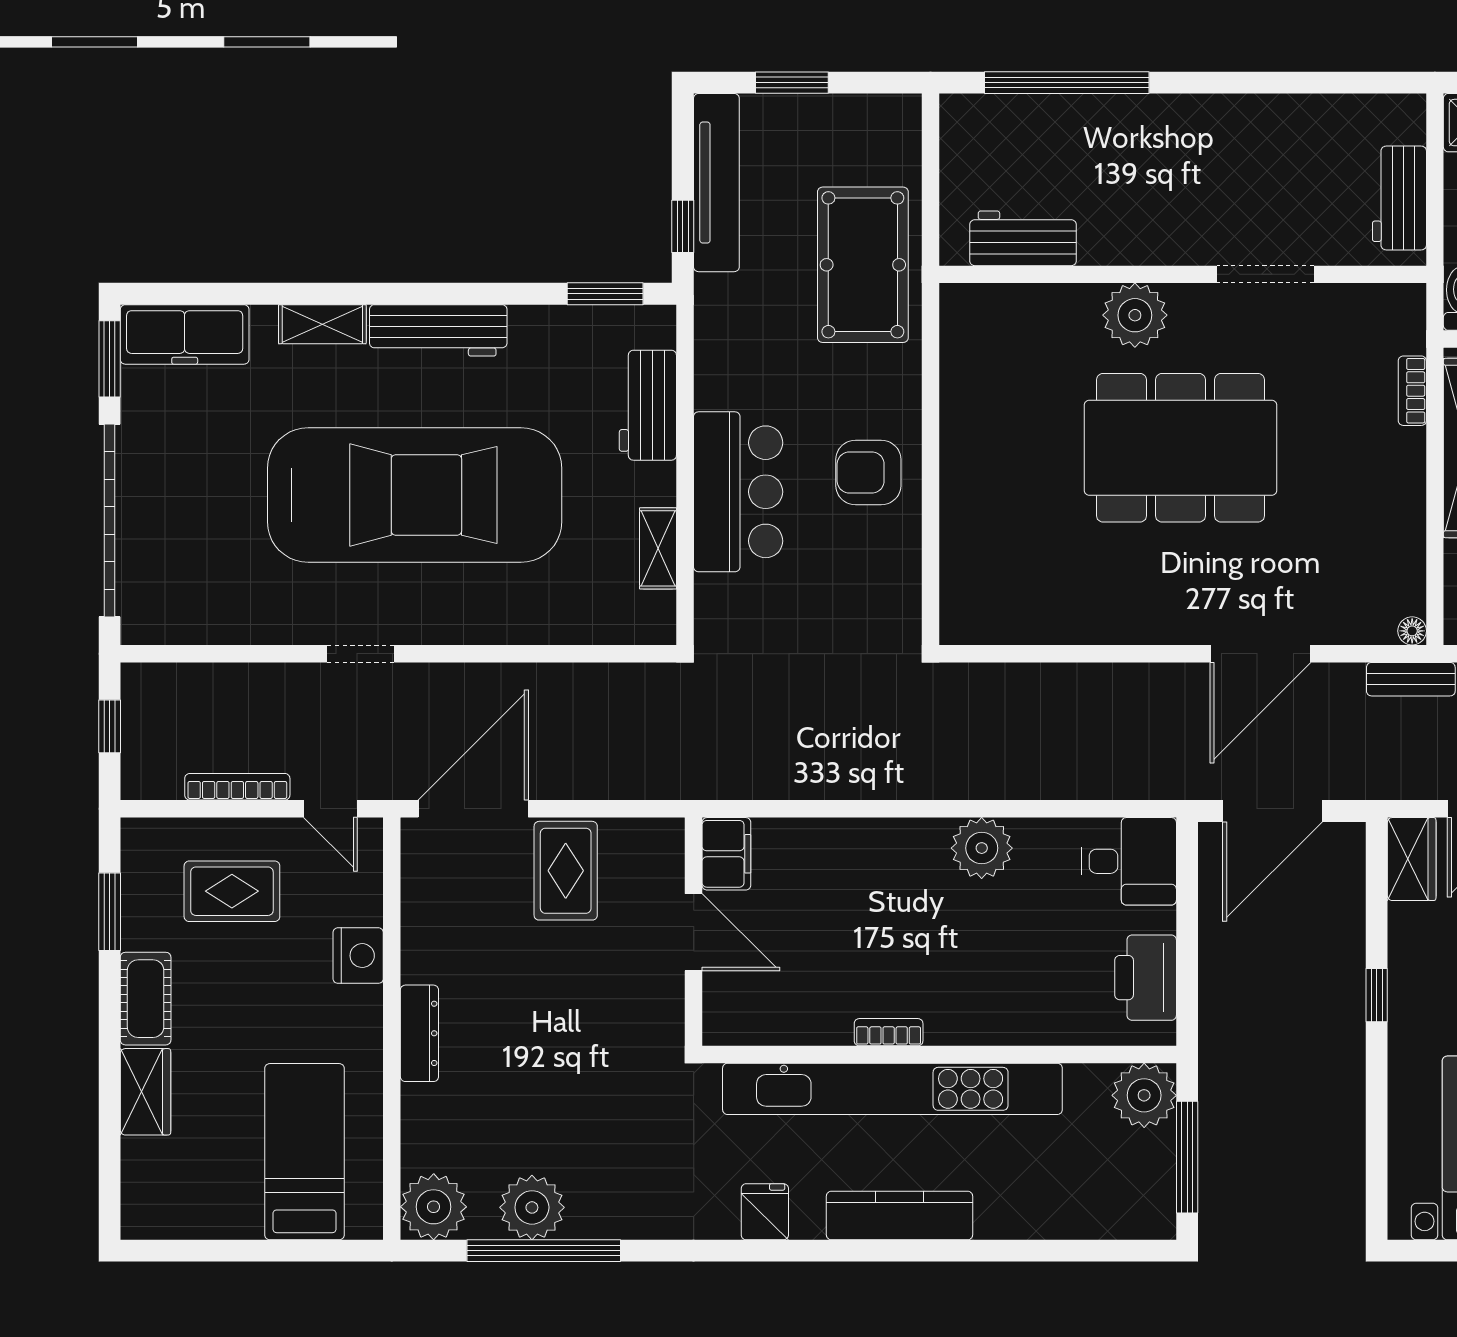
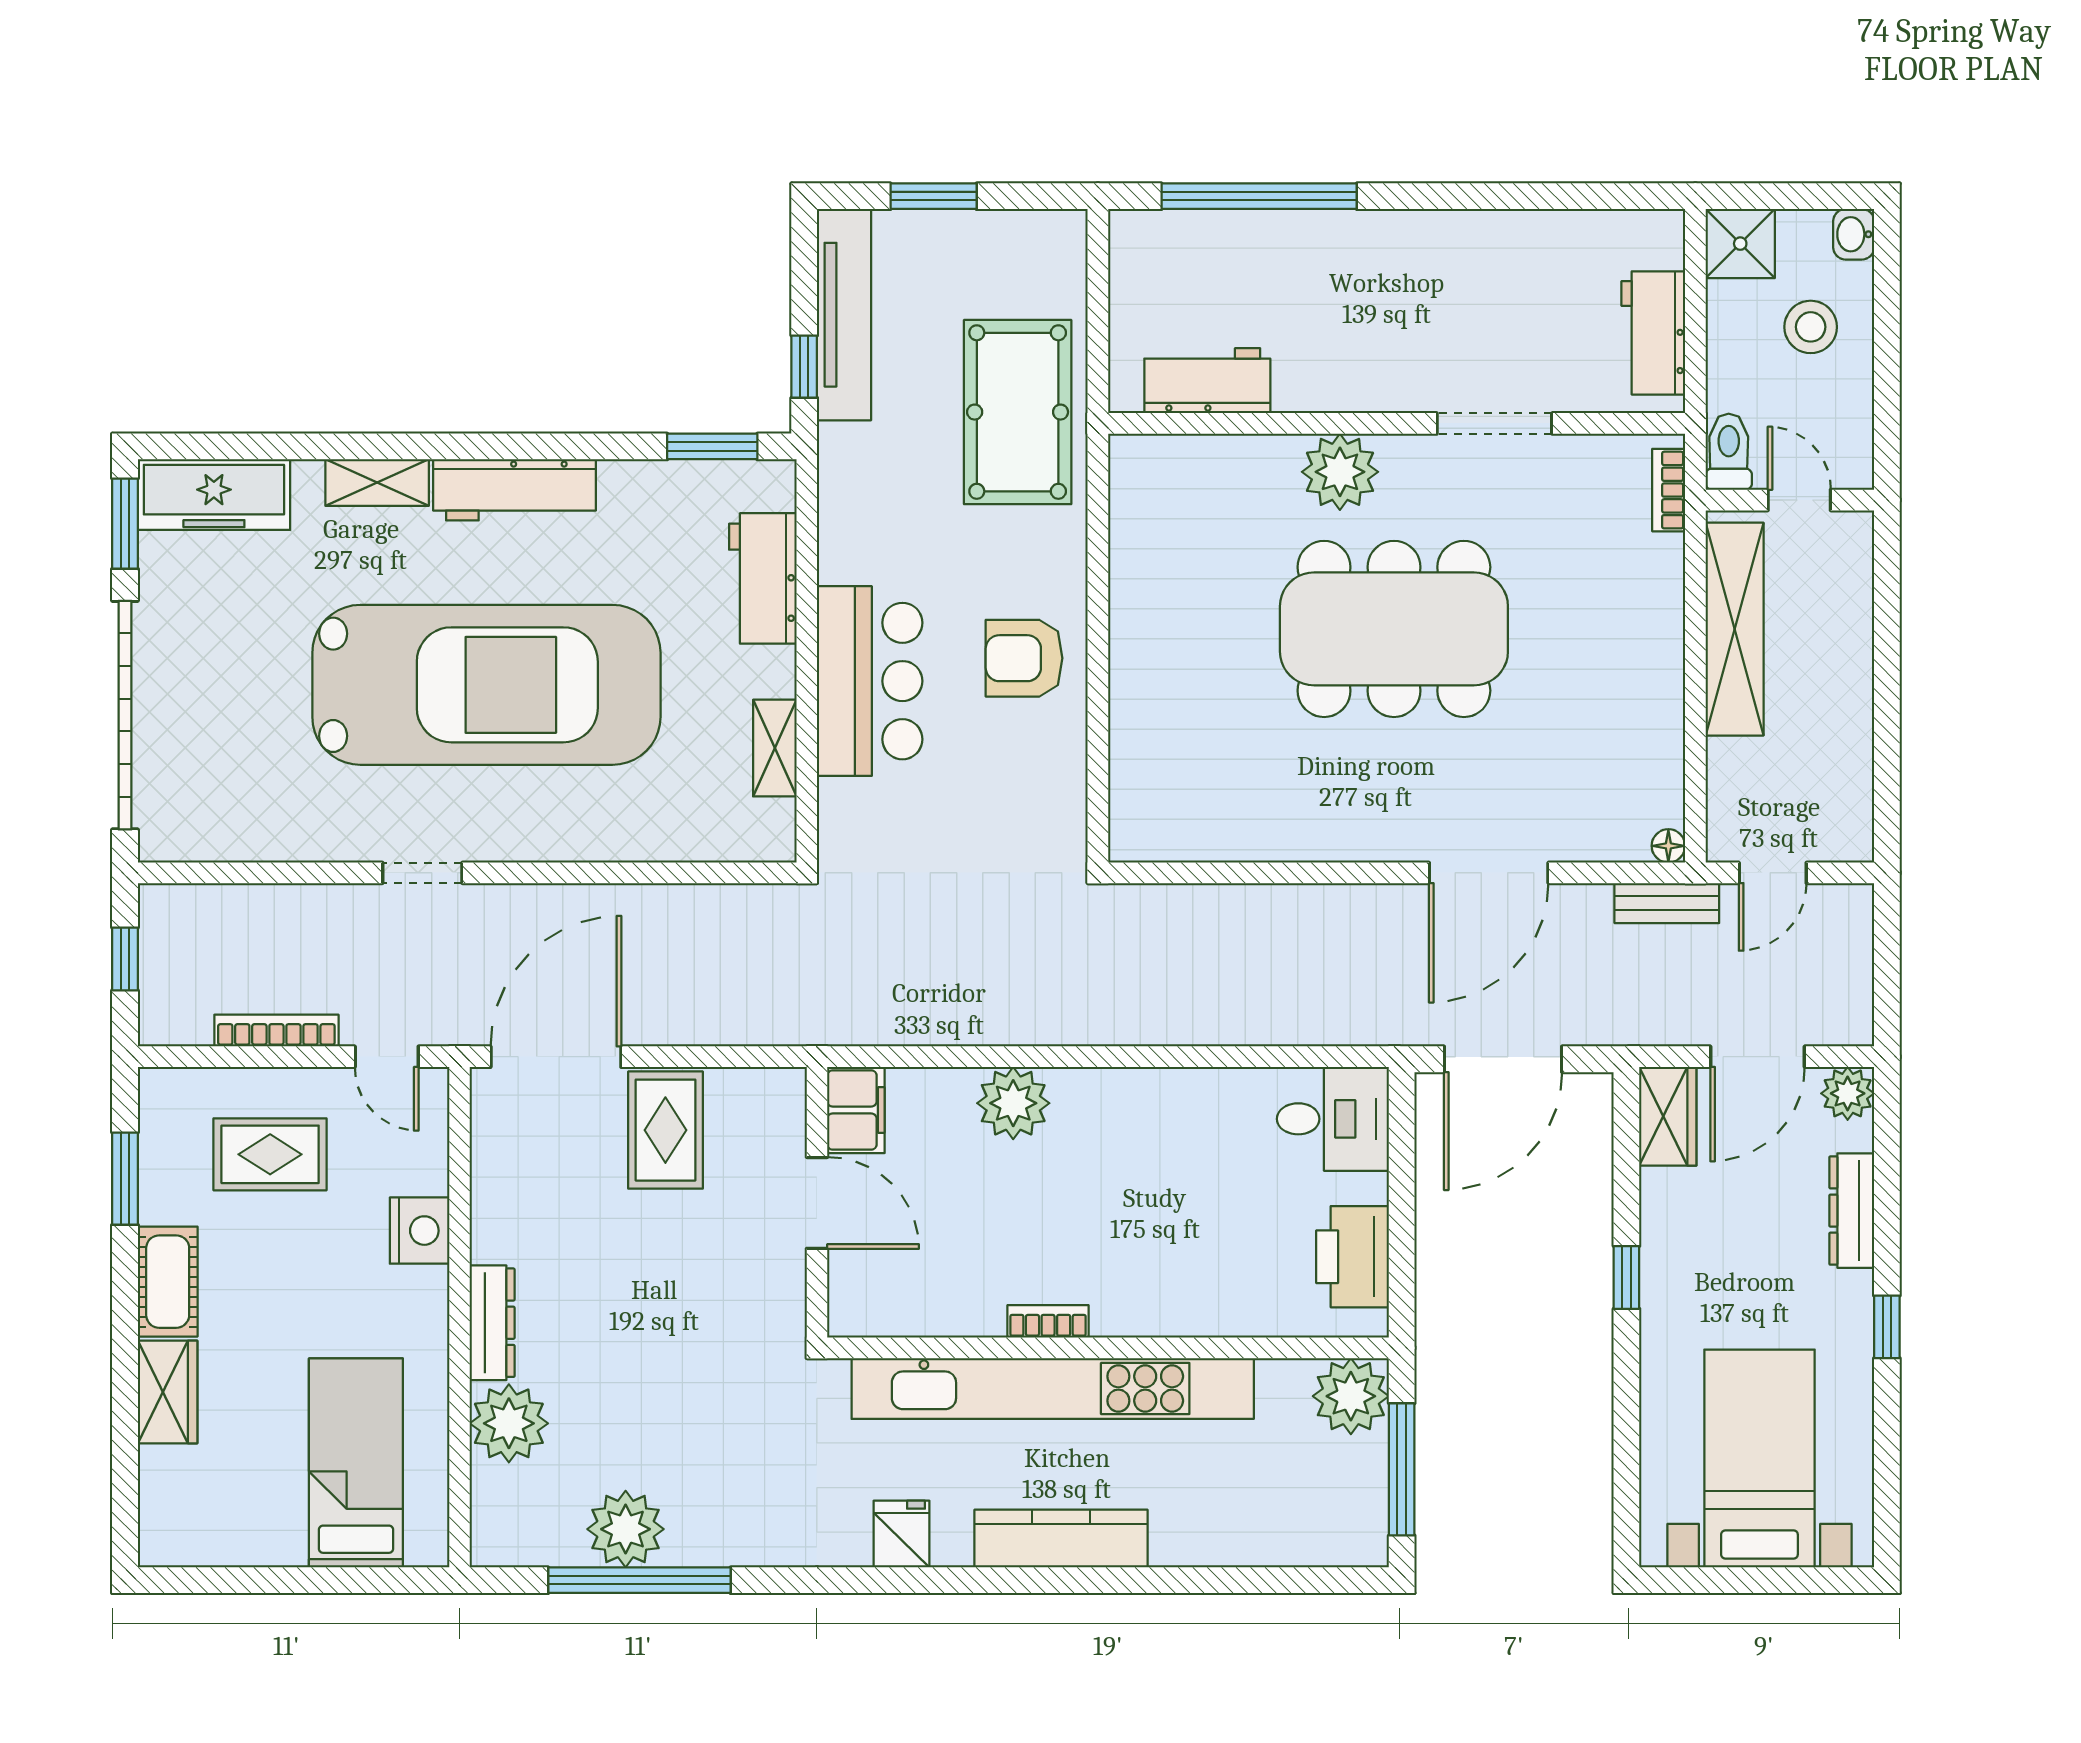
bookcase: (1412, 391) -> (1669, 490), moved
plant: (982, 848) -> (1013, 1103), moved
plant: (434, 1207) -> (509, 1423), moved

